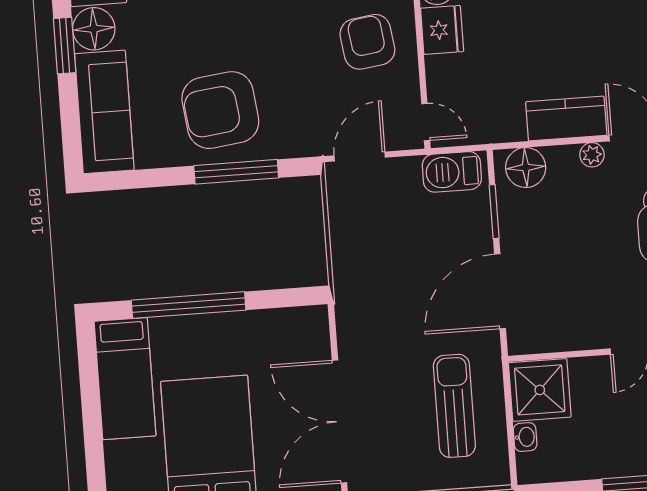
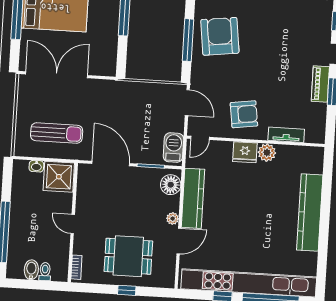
kitchen counter: (566, 118) -> (193, 198), width x1.50

